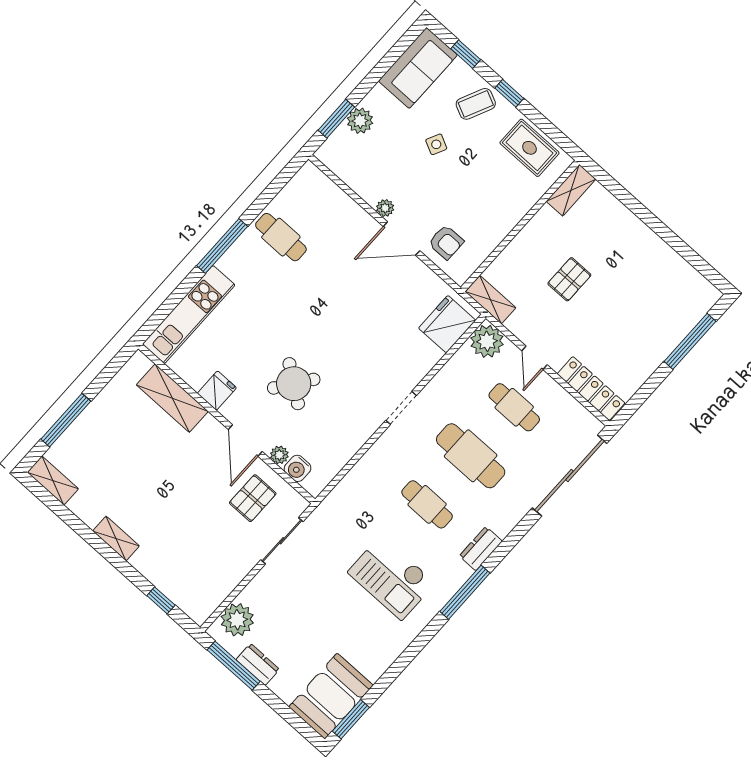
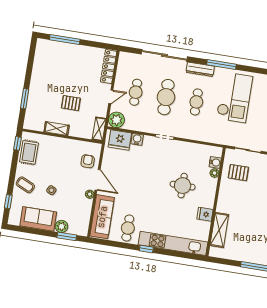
sofa: (418, 68) -> (38, 219), moved
window: (509, 93) -> (17, 143), moved
shelving: (571, 190) -> (57, 129), moved
window: (630, 202) -> (25, 99), added
sofa: (331, 204) -> (102, 217), added
window: (222, 246) -> (146, 249), width x0.46
kitchen unit: (189, 315) -> (173, 243), width x1.36
water cooler: (429, 356) -> (137, 139), added
round table: (294, 384) -> (183, 186), turned -36
door: (245, 441) -> (217, 190), removed
sliding door: (570, 476) -> (164, 55), moved
dresser: (481, 549) -> (200, 69), width x1.44
checkout: (391, 578) -> (234, 97), width x1.36, depth x1.21

